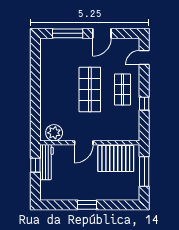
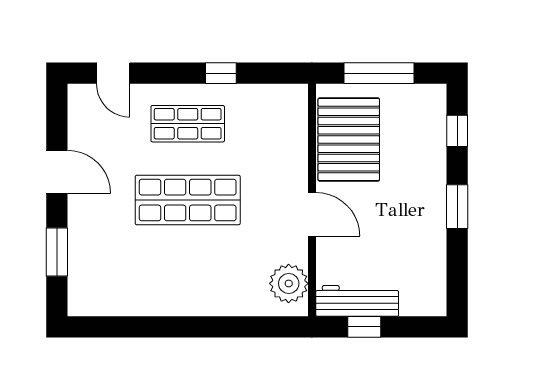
window: (68, 33) -> (57, 252), width x0.69
window: (119, 205) -> (457, 131), added

